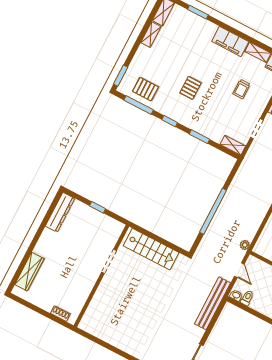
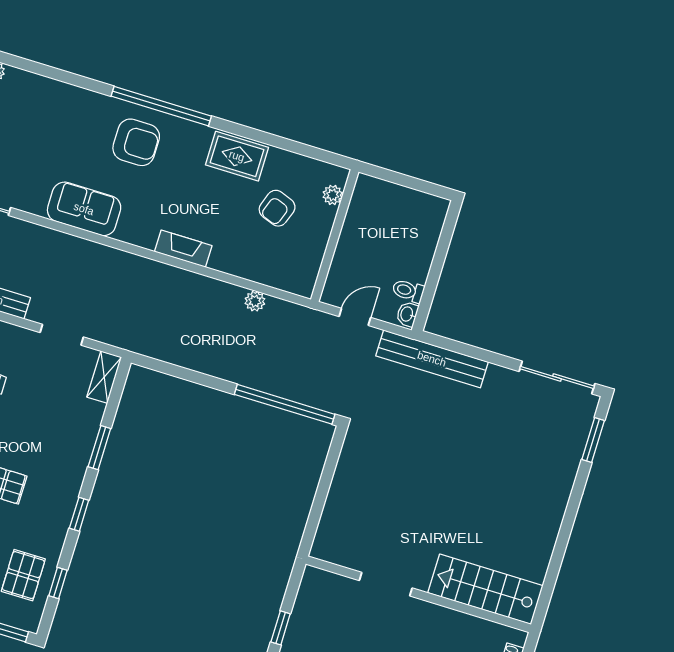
window: (139, 105) -> (58, 583), width x0.46
window: (213, 211) -> (285, 404), moved
plant: (245, 245) -> (255, 301), moved
stairs: (151, 249) -> (485, 589), moved, turned -90

